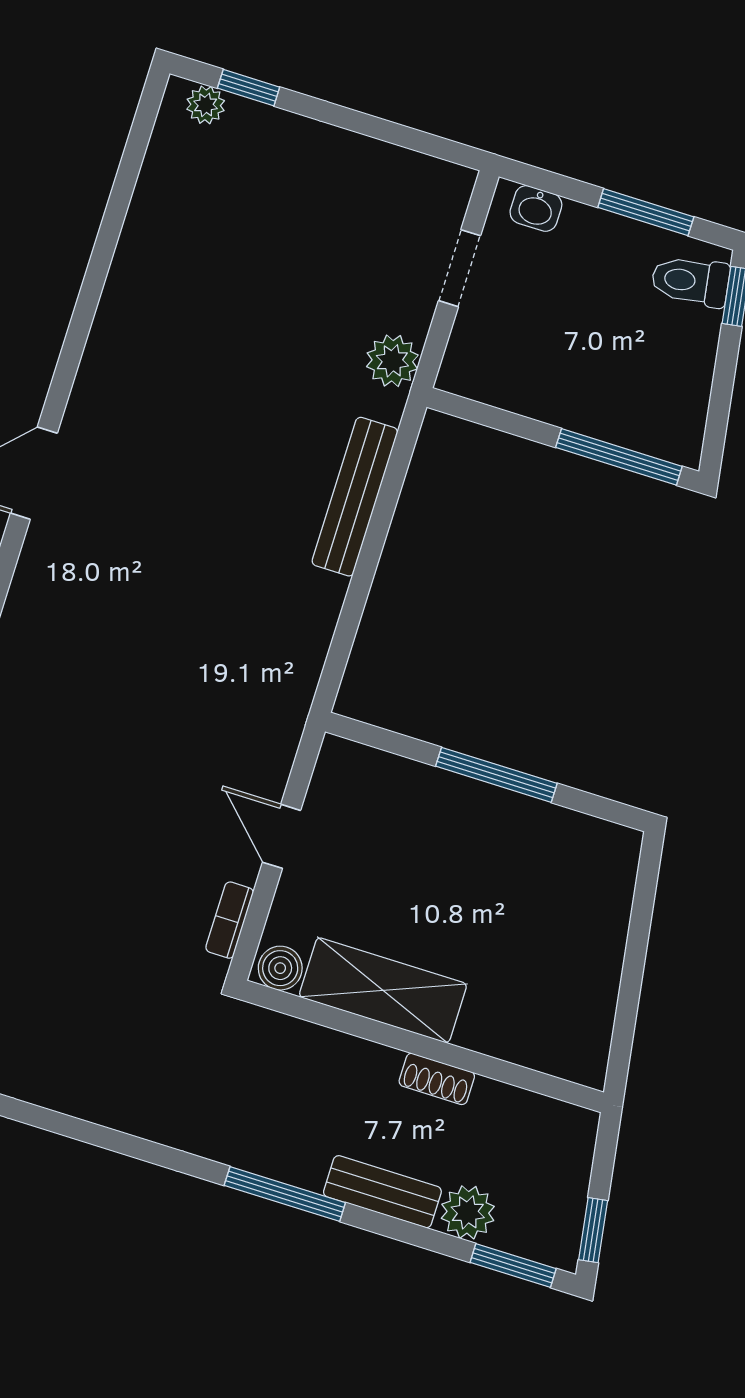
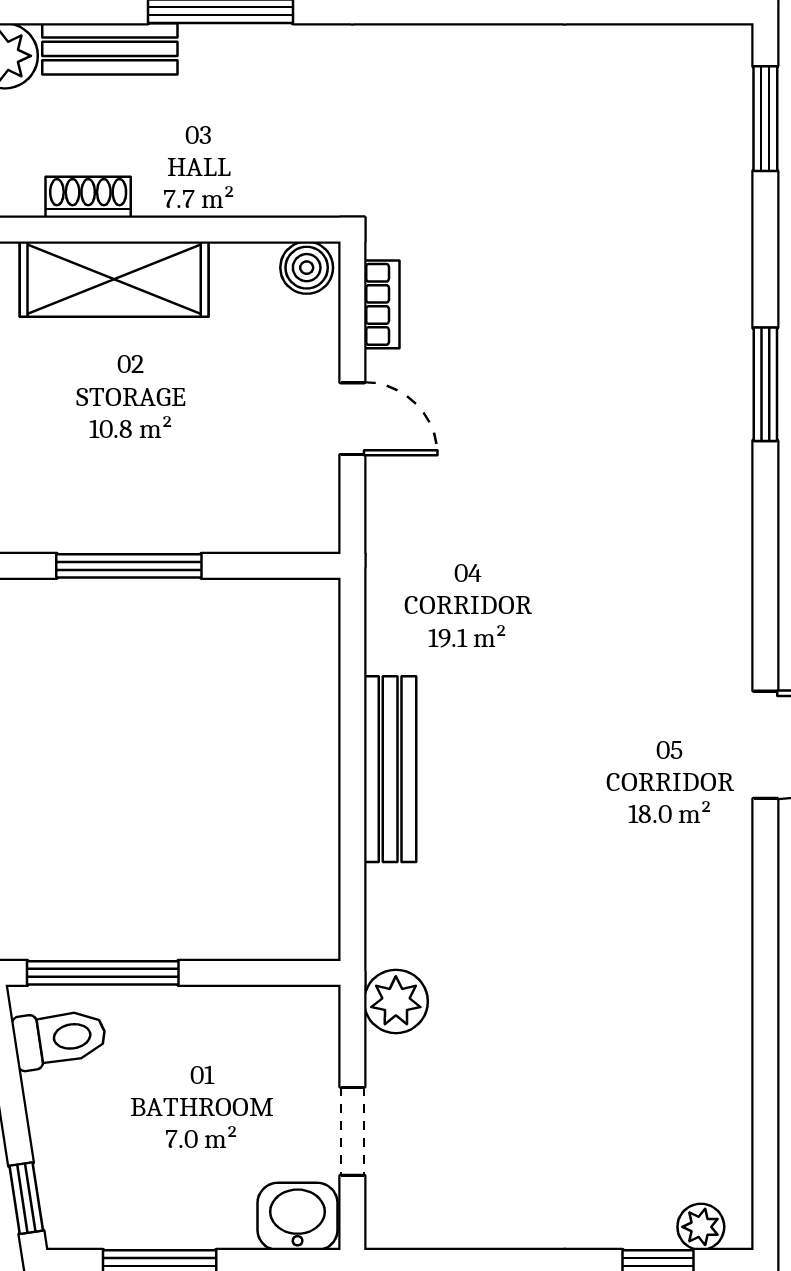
washbasin: (536, 208) -> (298, 1216), width x1.38, depth x1.45
toilet: (690, 281) -> (60, 1038), moved
bench: (355, 497) -> (390, 769), moved
shelving: (383, 990) -> (114, 279), moved

